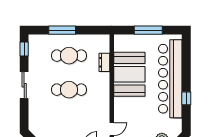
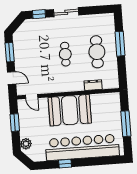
window: (24, 49) -> (39, 14), moved
booth: (129, 74) -> (70, 110), moved
cafe table: (69, 90) -> (65, 54), width x0.73, depth x0.74

